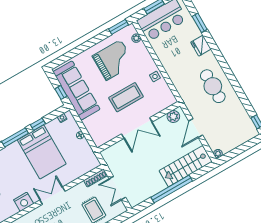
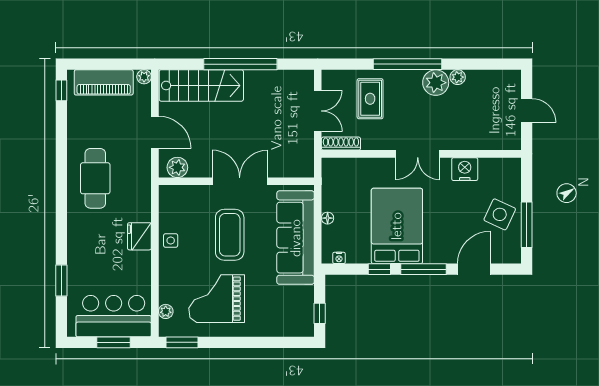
fridge: (201, 46) -> (139, 236), moved, turned 180
sofa: (76, 90) -> (296, 238), moved
window: (61, 92) -> (320, 313), moved
coffee table: (126, 97) -> (230, 235), turned 90
door: (196, 128) -> (155, 132), hinge flipped
piano: (237, 139) -> (104, 82), added

